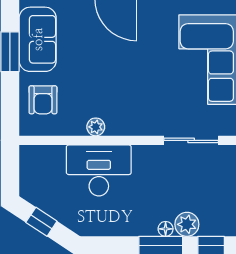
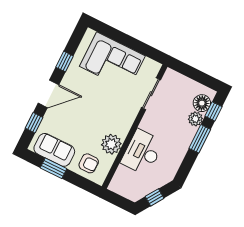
plant: (96, 127) -> (111, 144), width x1.88, depth x1.88
floor lamp: (166, 229) -> (202, 103), moved, width x1.89, depth x1.89

